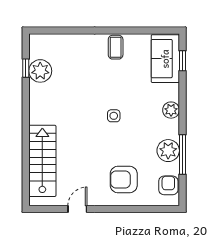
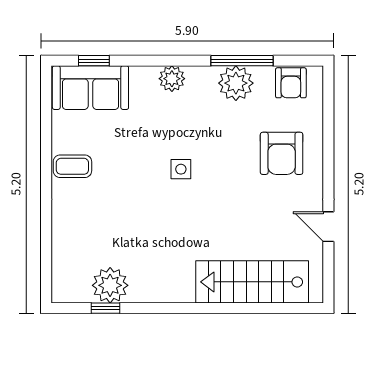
armchair: (168, 185) -> (291, 83), turned -90

